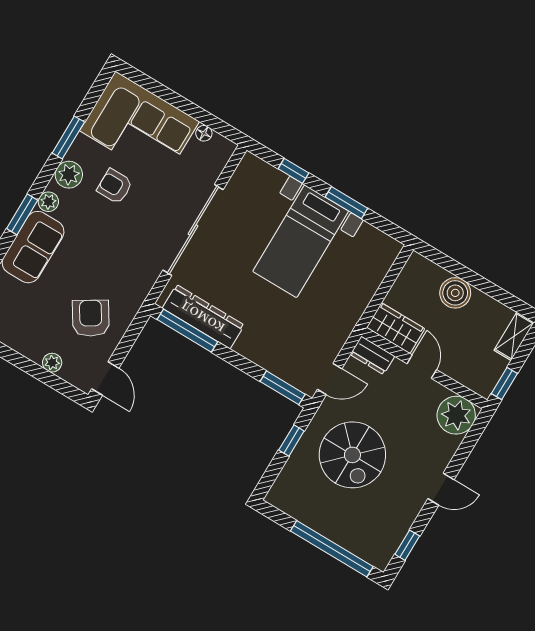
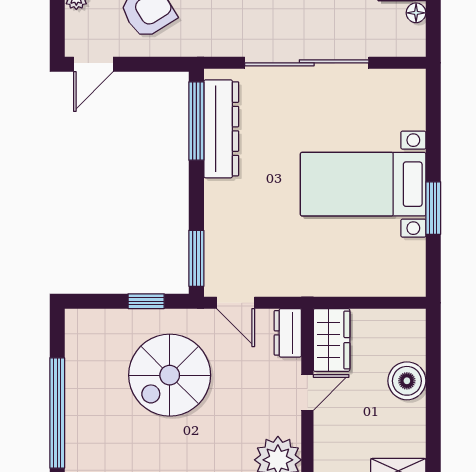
window: (293, 171) -> (433, 132), removed

